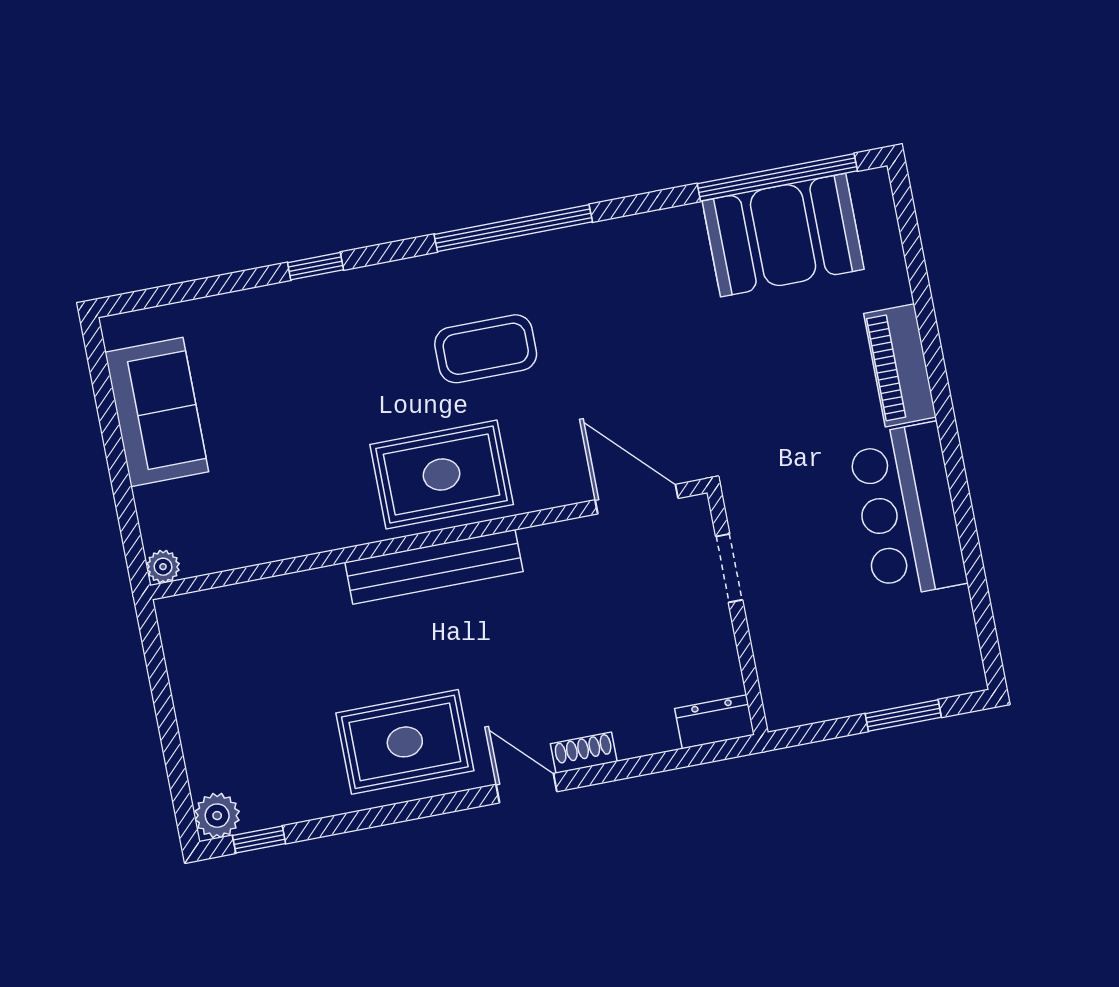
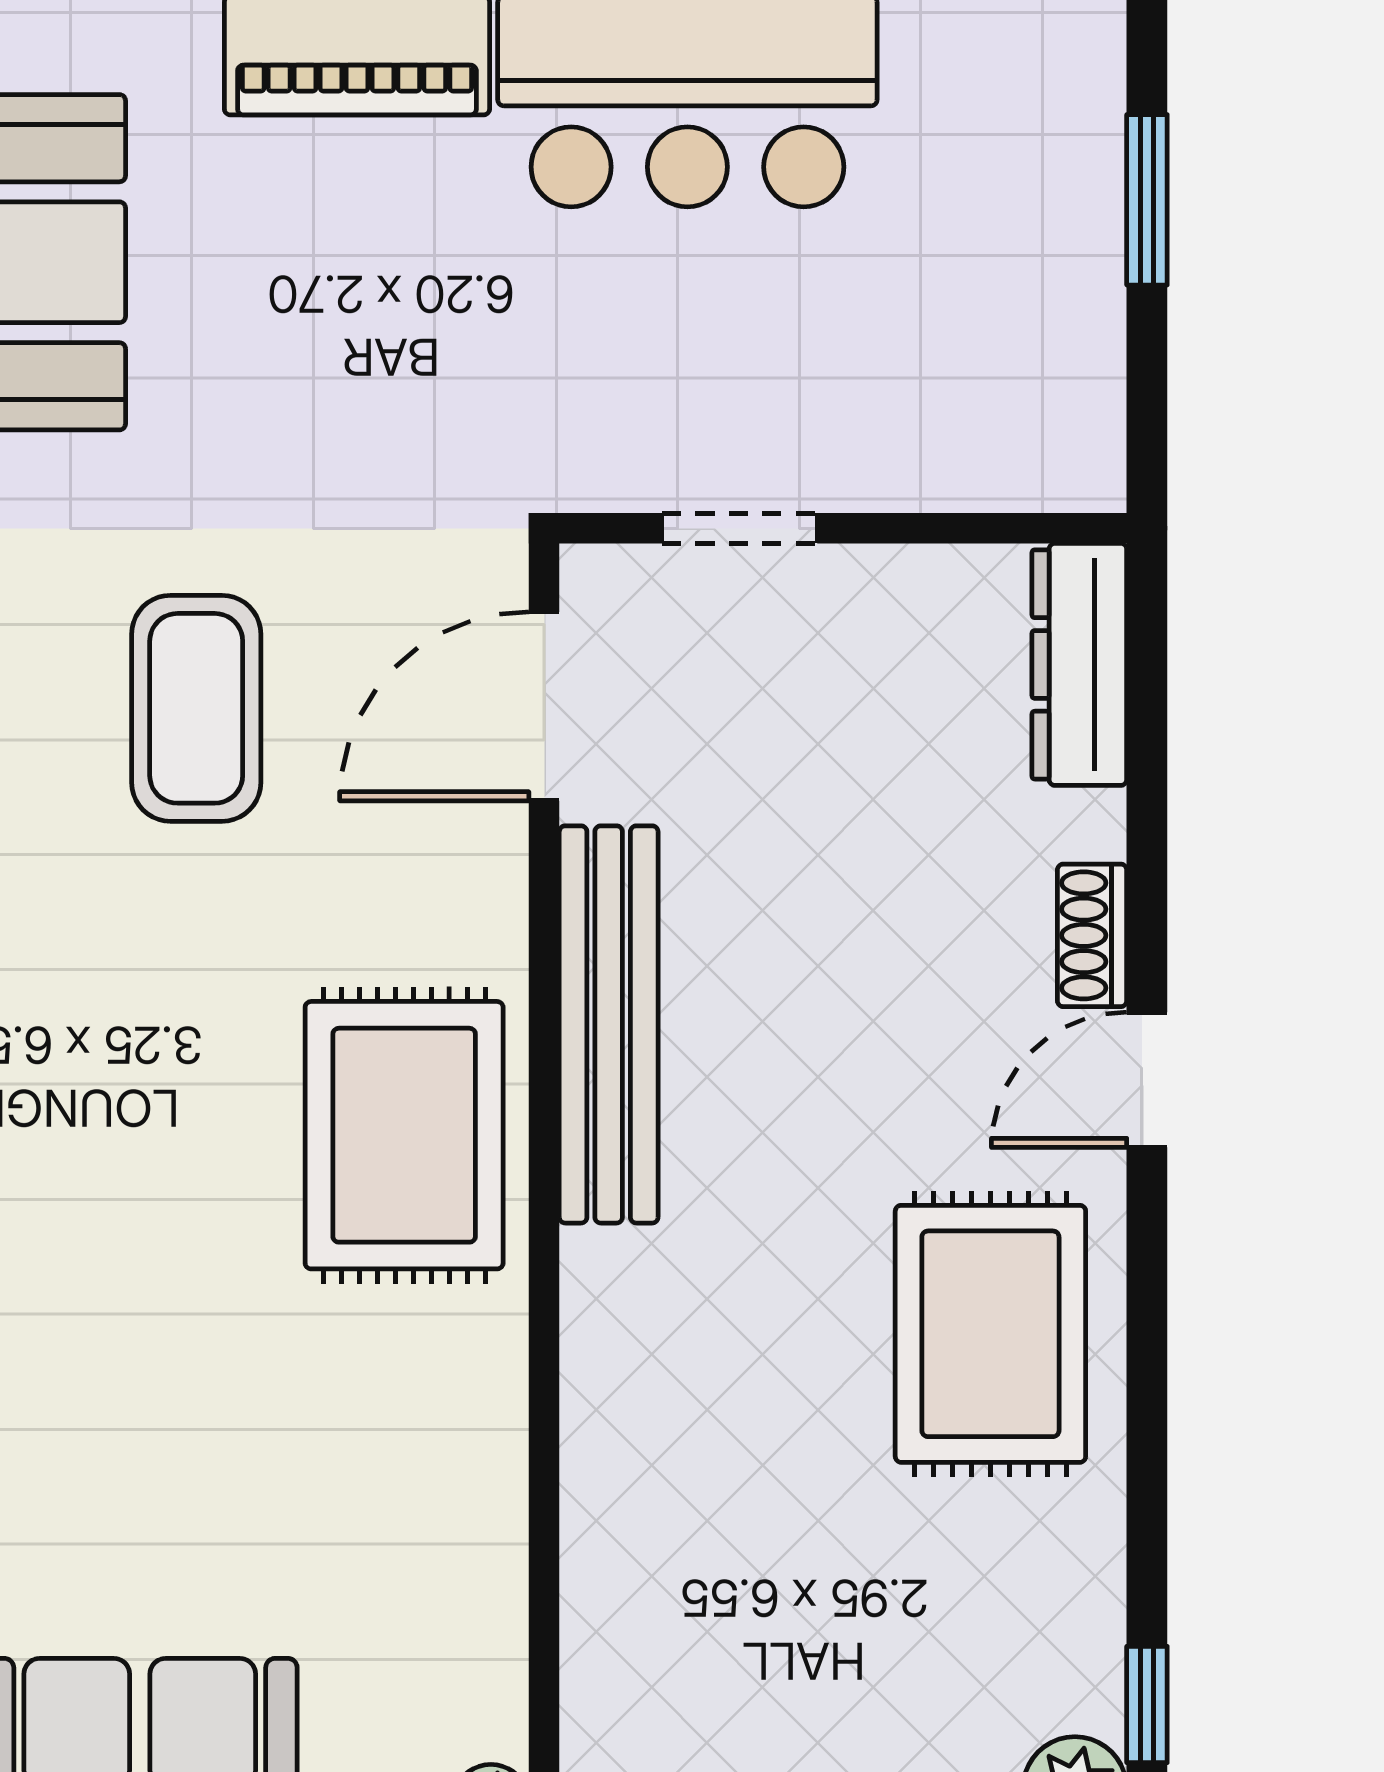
coffee table: (486, 349) -> (196, 708), moved
bench: (434, 567) -> (609, 1024), moved
dresser: (715, 722) -> (1079, 664), width x1.44

